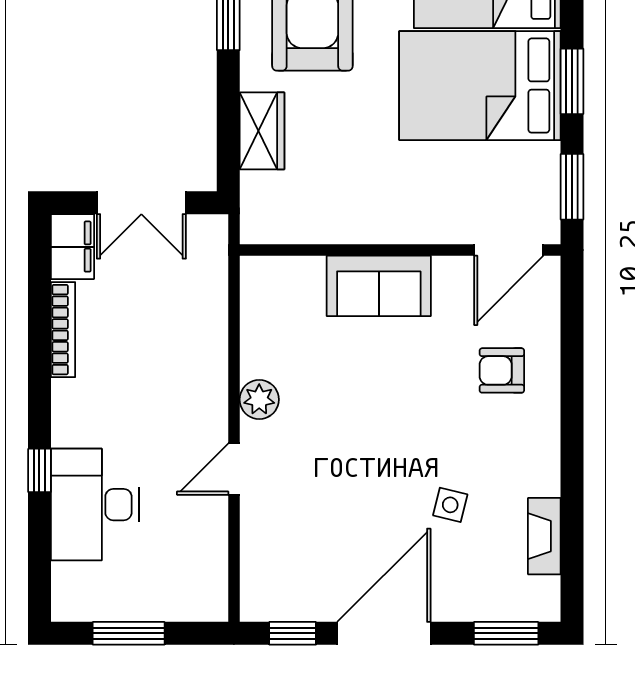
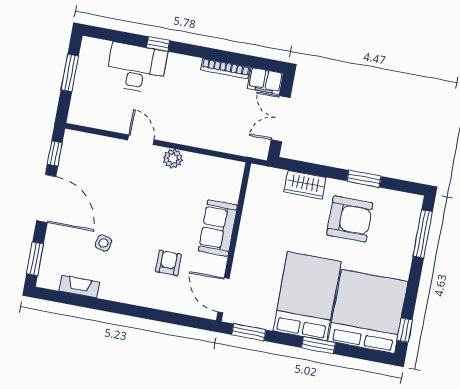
window: (572, 81) -> (318, 345), moved
armchair: (502, 370) -> (168, 263), moved

